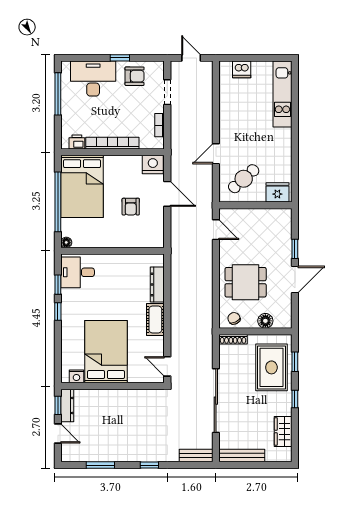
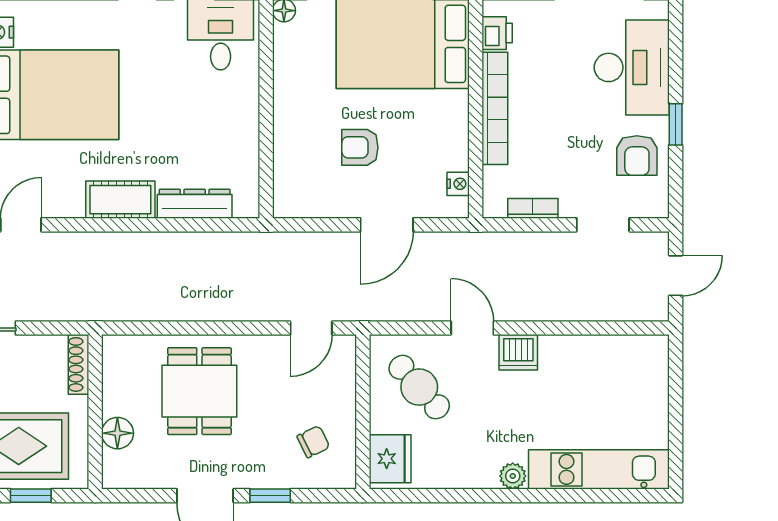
dishwasher: (242, 69) -> (518, 352), moved, turned -90
plant: (286, 135) -> (513, 476), added
nightstand: (153, 165) -> (458, 184), width x0.53, depth x0.56
chair: (234, 318) -> (313, 442), moved

